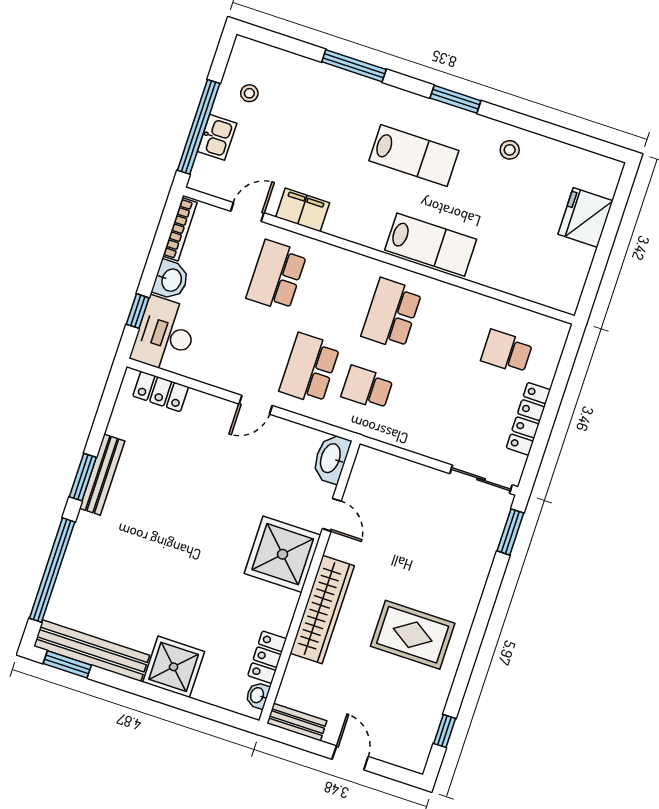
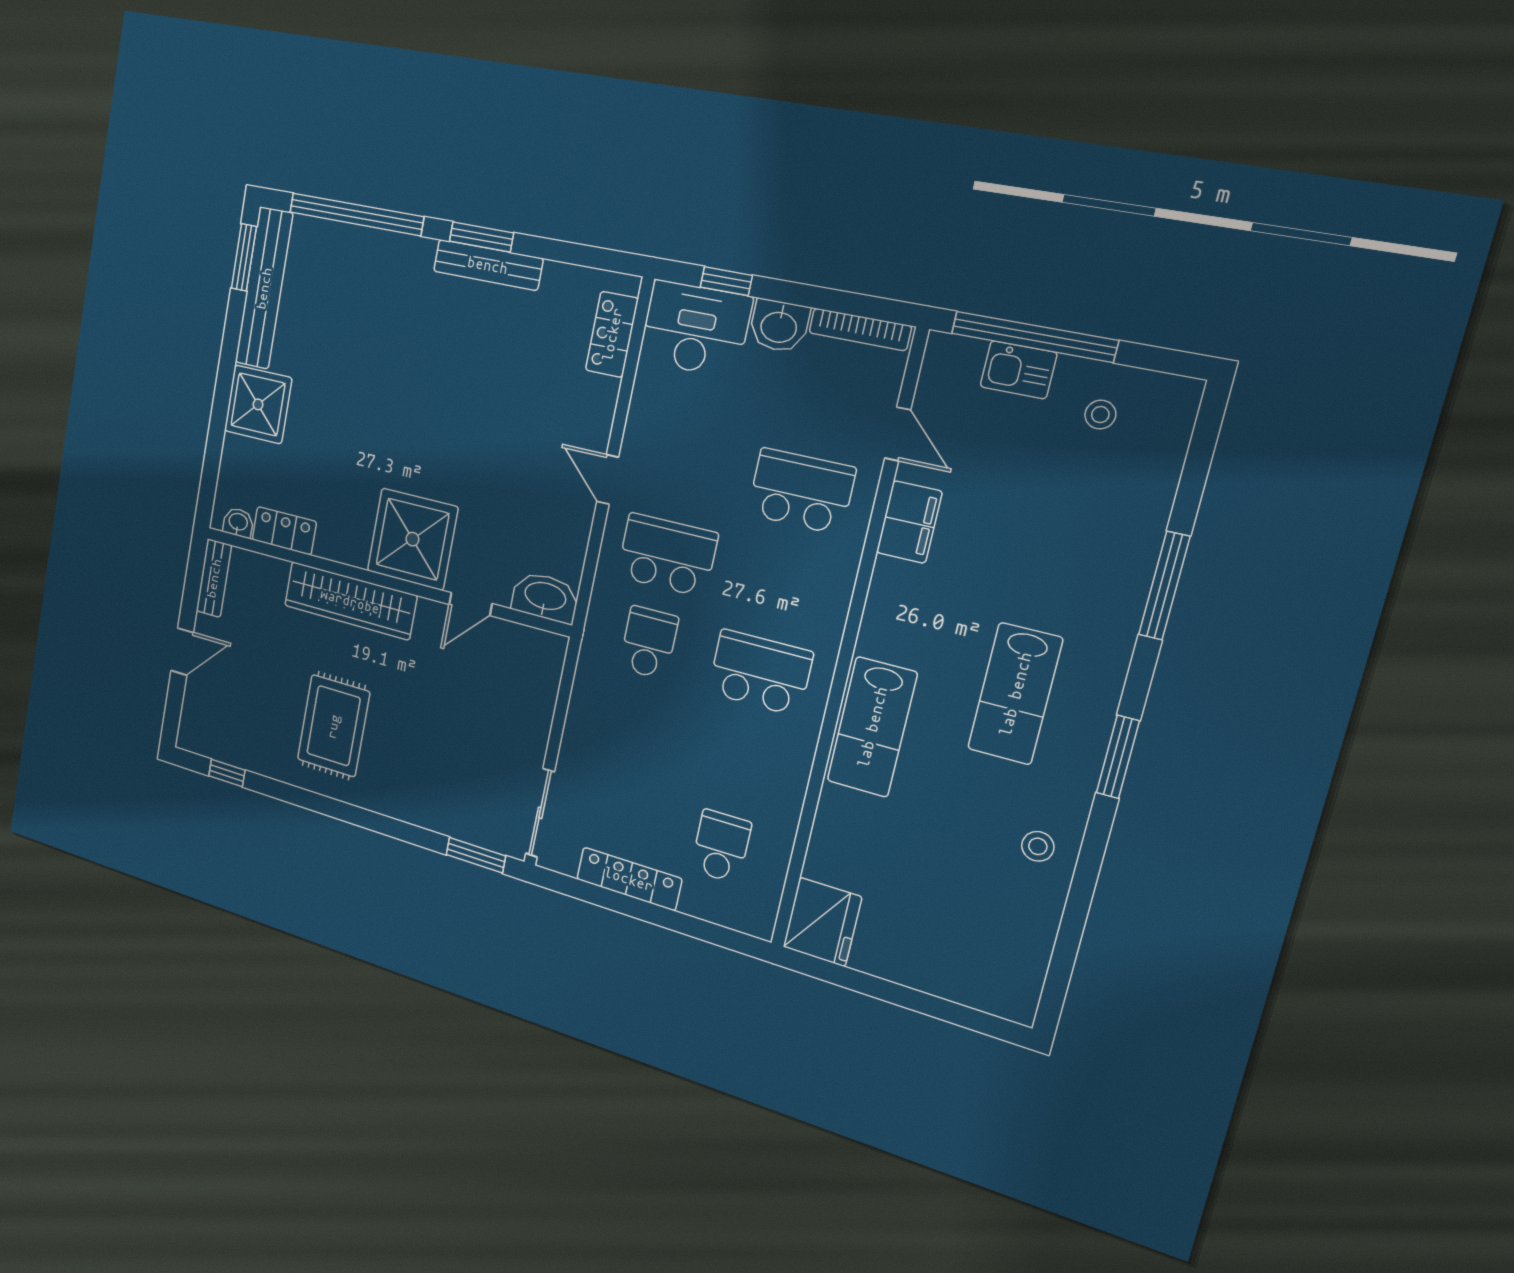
fridge: (585, 217) -> (822, 922), moved, turned 90

